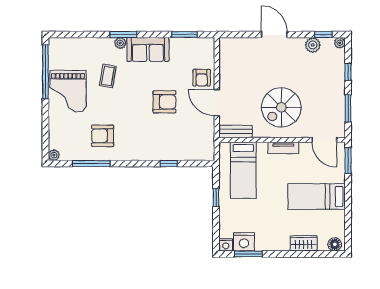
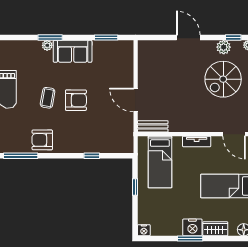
coffee table: (108, 76) -> (48, 98), moved
armchair: (202, 78) -> (122, 77), removed
armchair: (164, 102) -> (76, 100), moved
spiral stairs: (281, 107) -> (223, 79), moved
armchair: (103, 136) -> (42, 140), moved
nightstand: (244, 242) -> (192, 227), moved
window: (248, 254) -> (190, 239), moved

